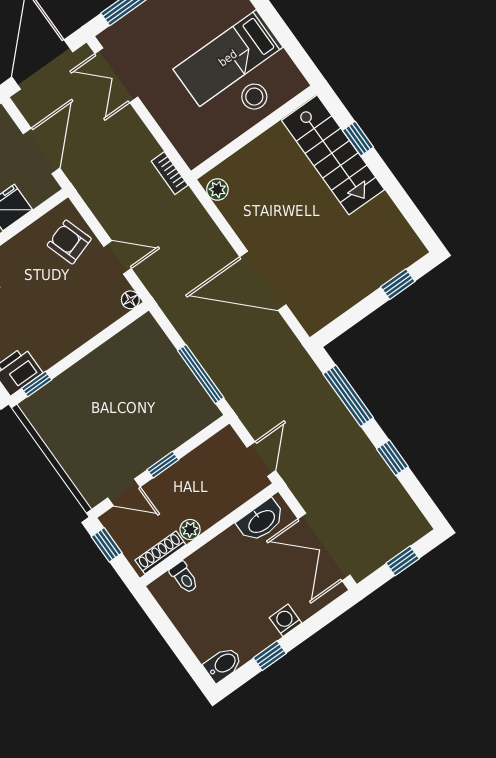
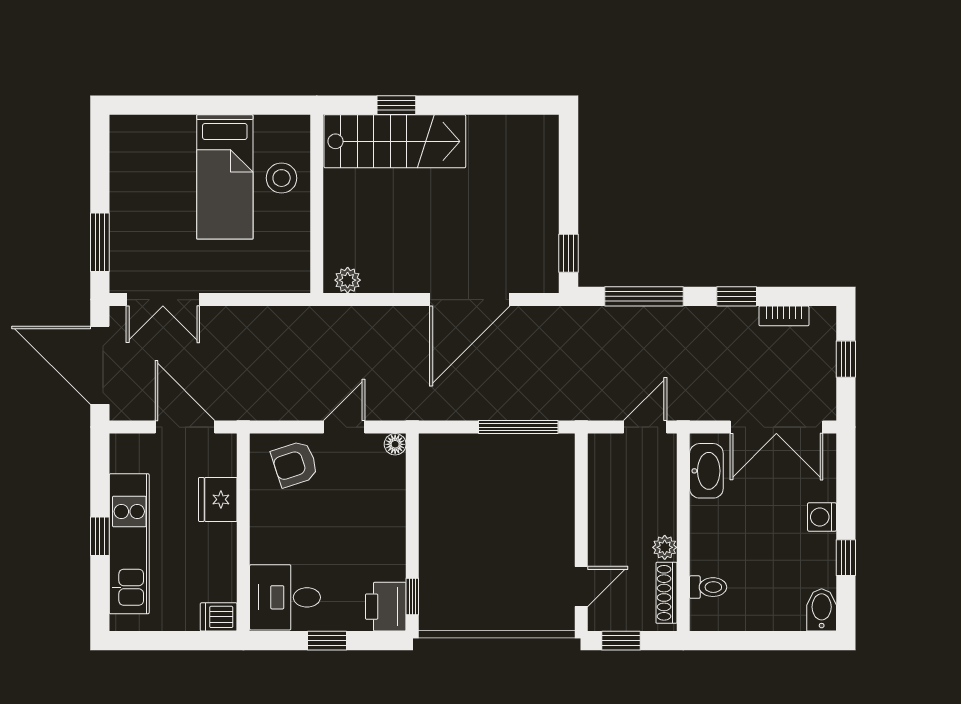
bookcase: (170, 173) -> (784, 316), moved
window: (398, 284) -> (569, 253), moved
door: (261, 459) -> (645, 427), hinge flipped
window: (163, 465) -> (581, 528), removed

